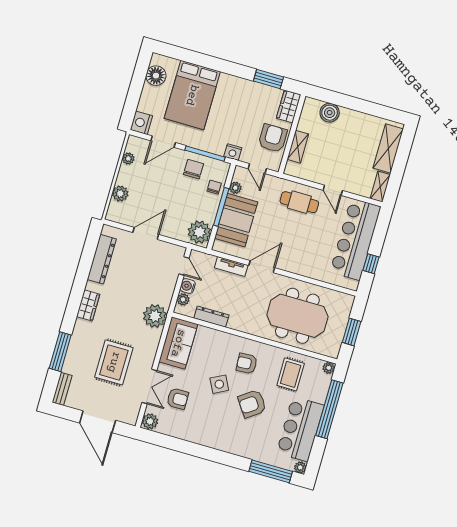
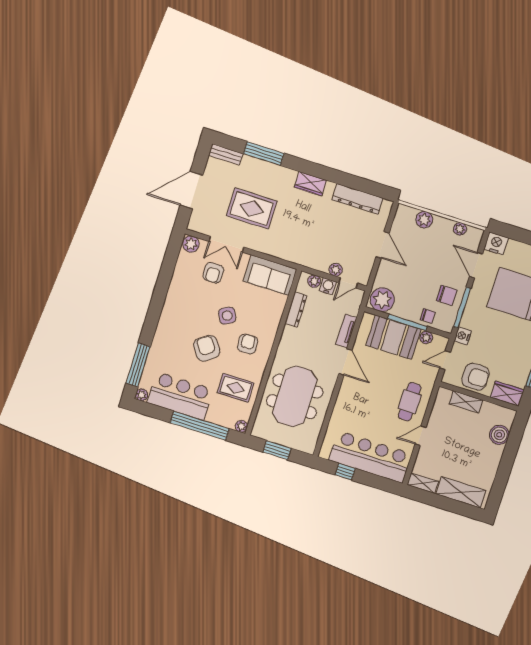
plant: (155, 316) -> (336, 270), moved, width x0.53, depth x0.53

